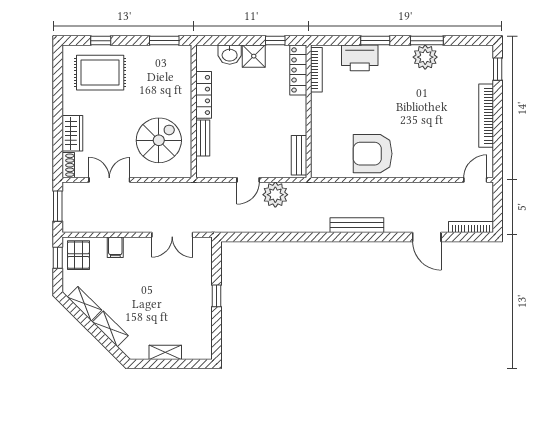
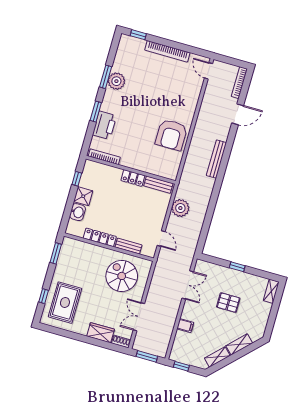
locker: (298, 70) -> (133, 178), moved, width x0.66
door: (248, 180) -> (161, 239), moved
pallet: (78, 255) -> (228, 303), moved
shelving: (165, 352) -> (271, 291), moved

